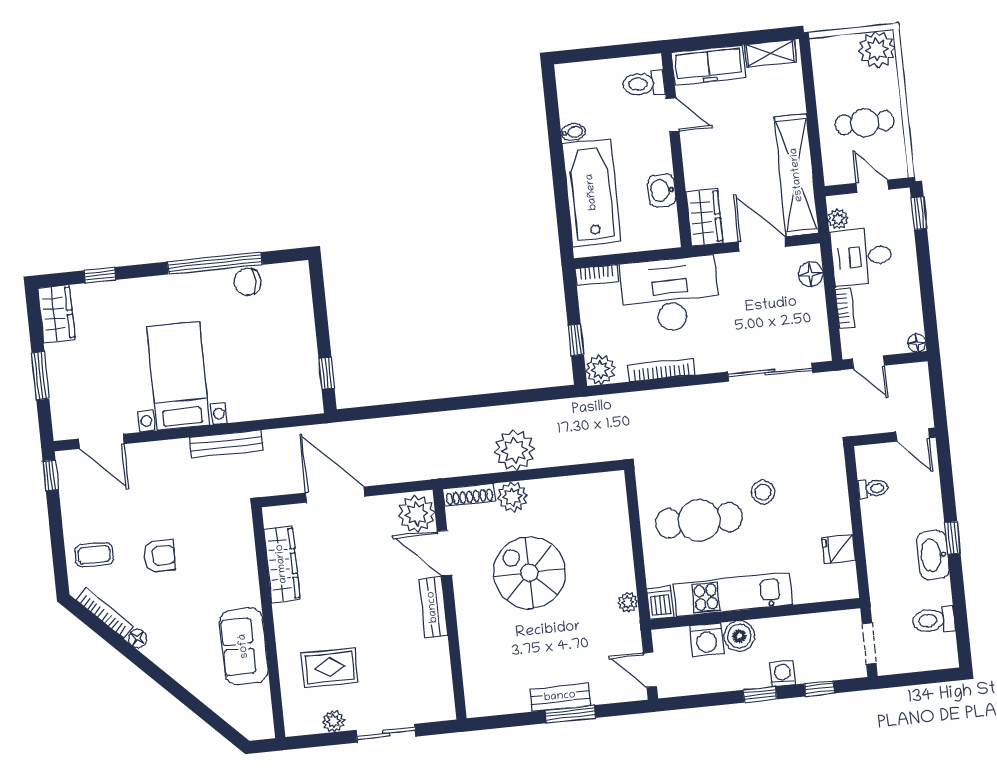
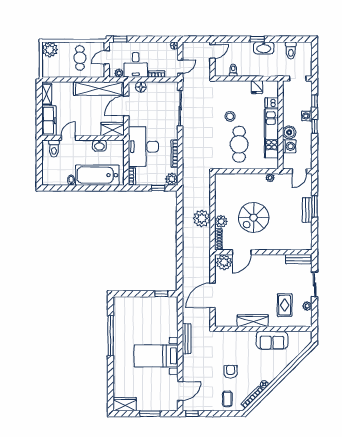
window: (100, 275) -> (111, 384), removed
chair: (247, 282) -> (120, 323), removed
wardrobe: (282, 564) -> (253, 321), moved
dishwasher: (660, 603) -> (272, 103), moved
bench: (433, 607) -> (298, 259), moved

